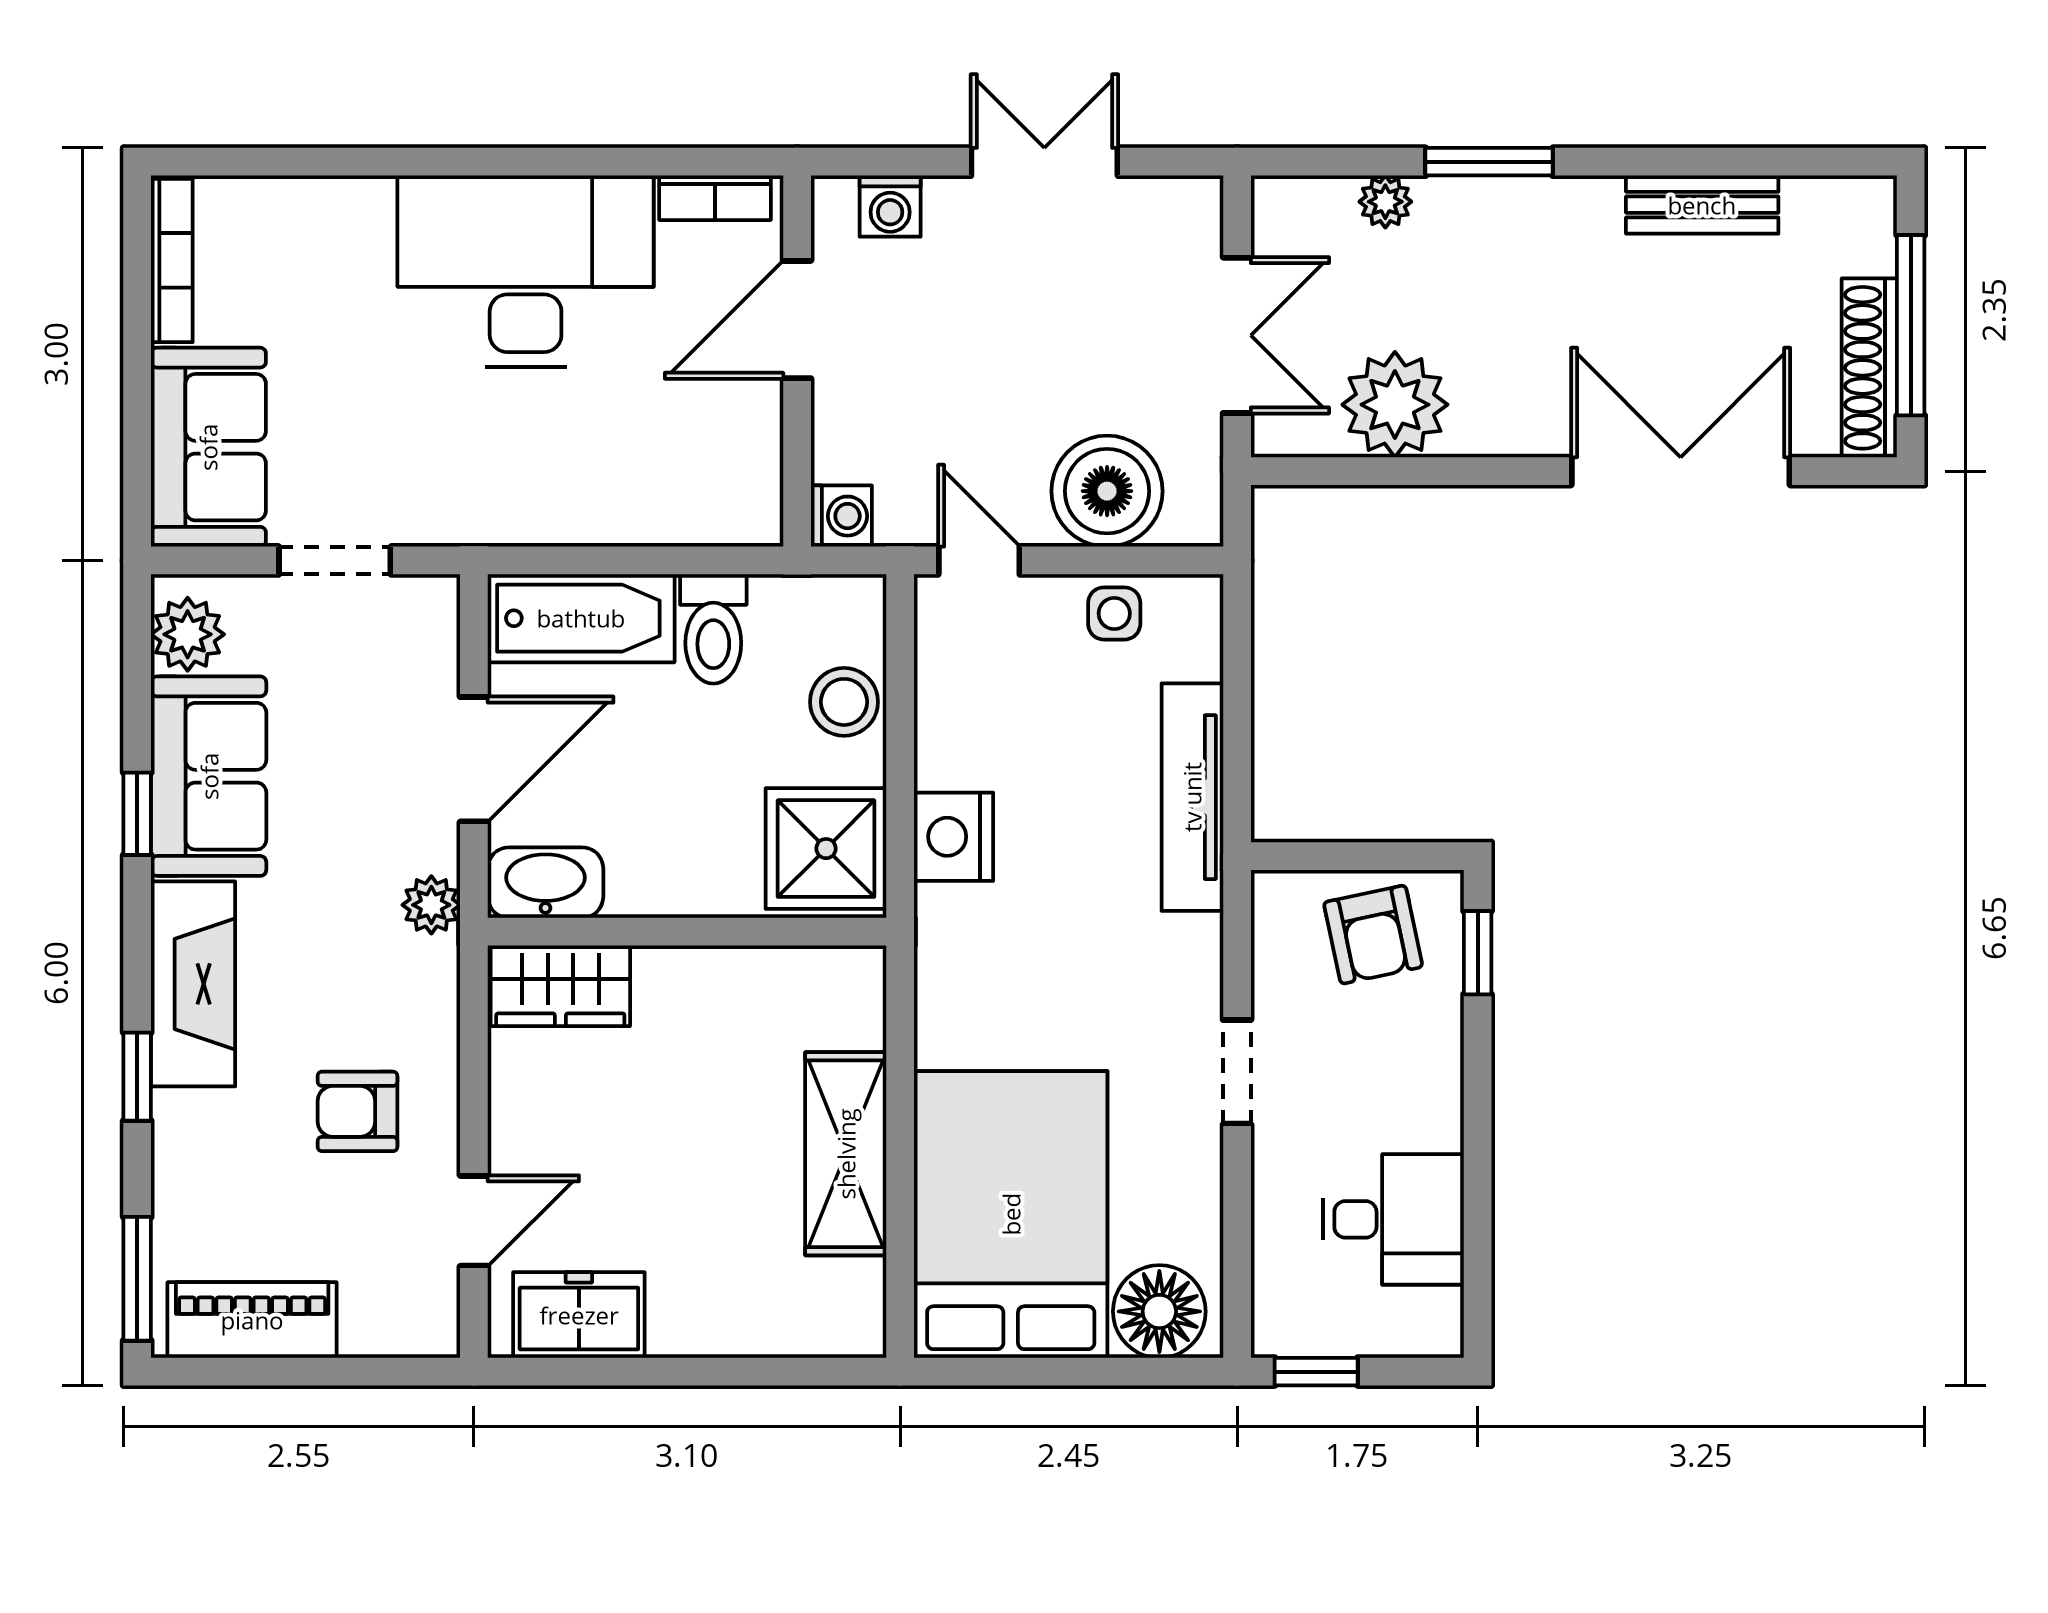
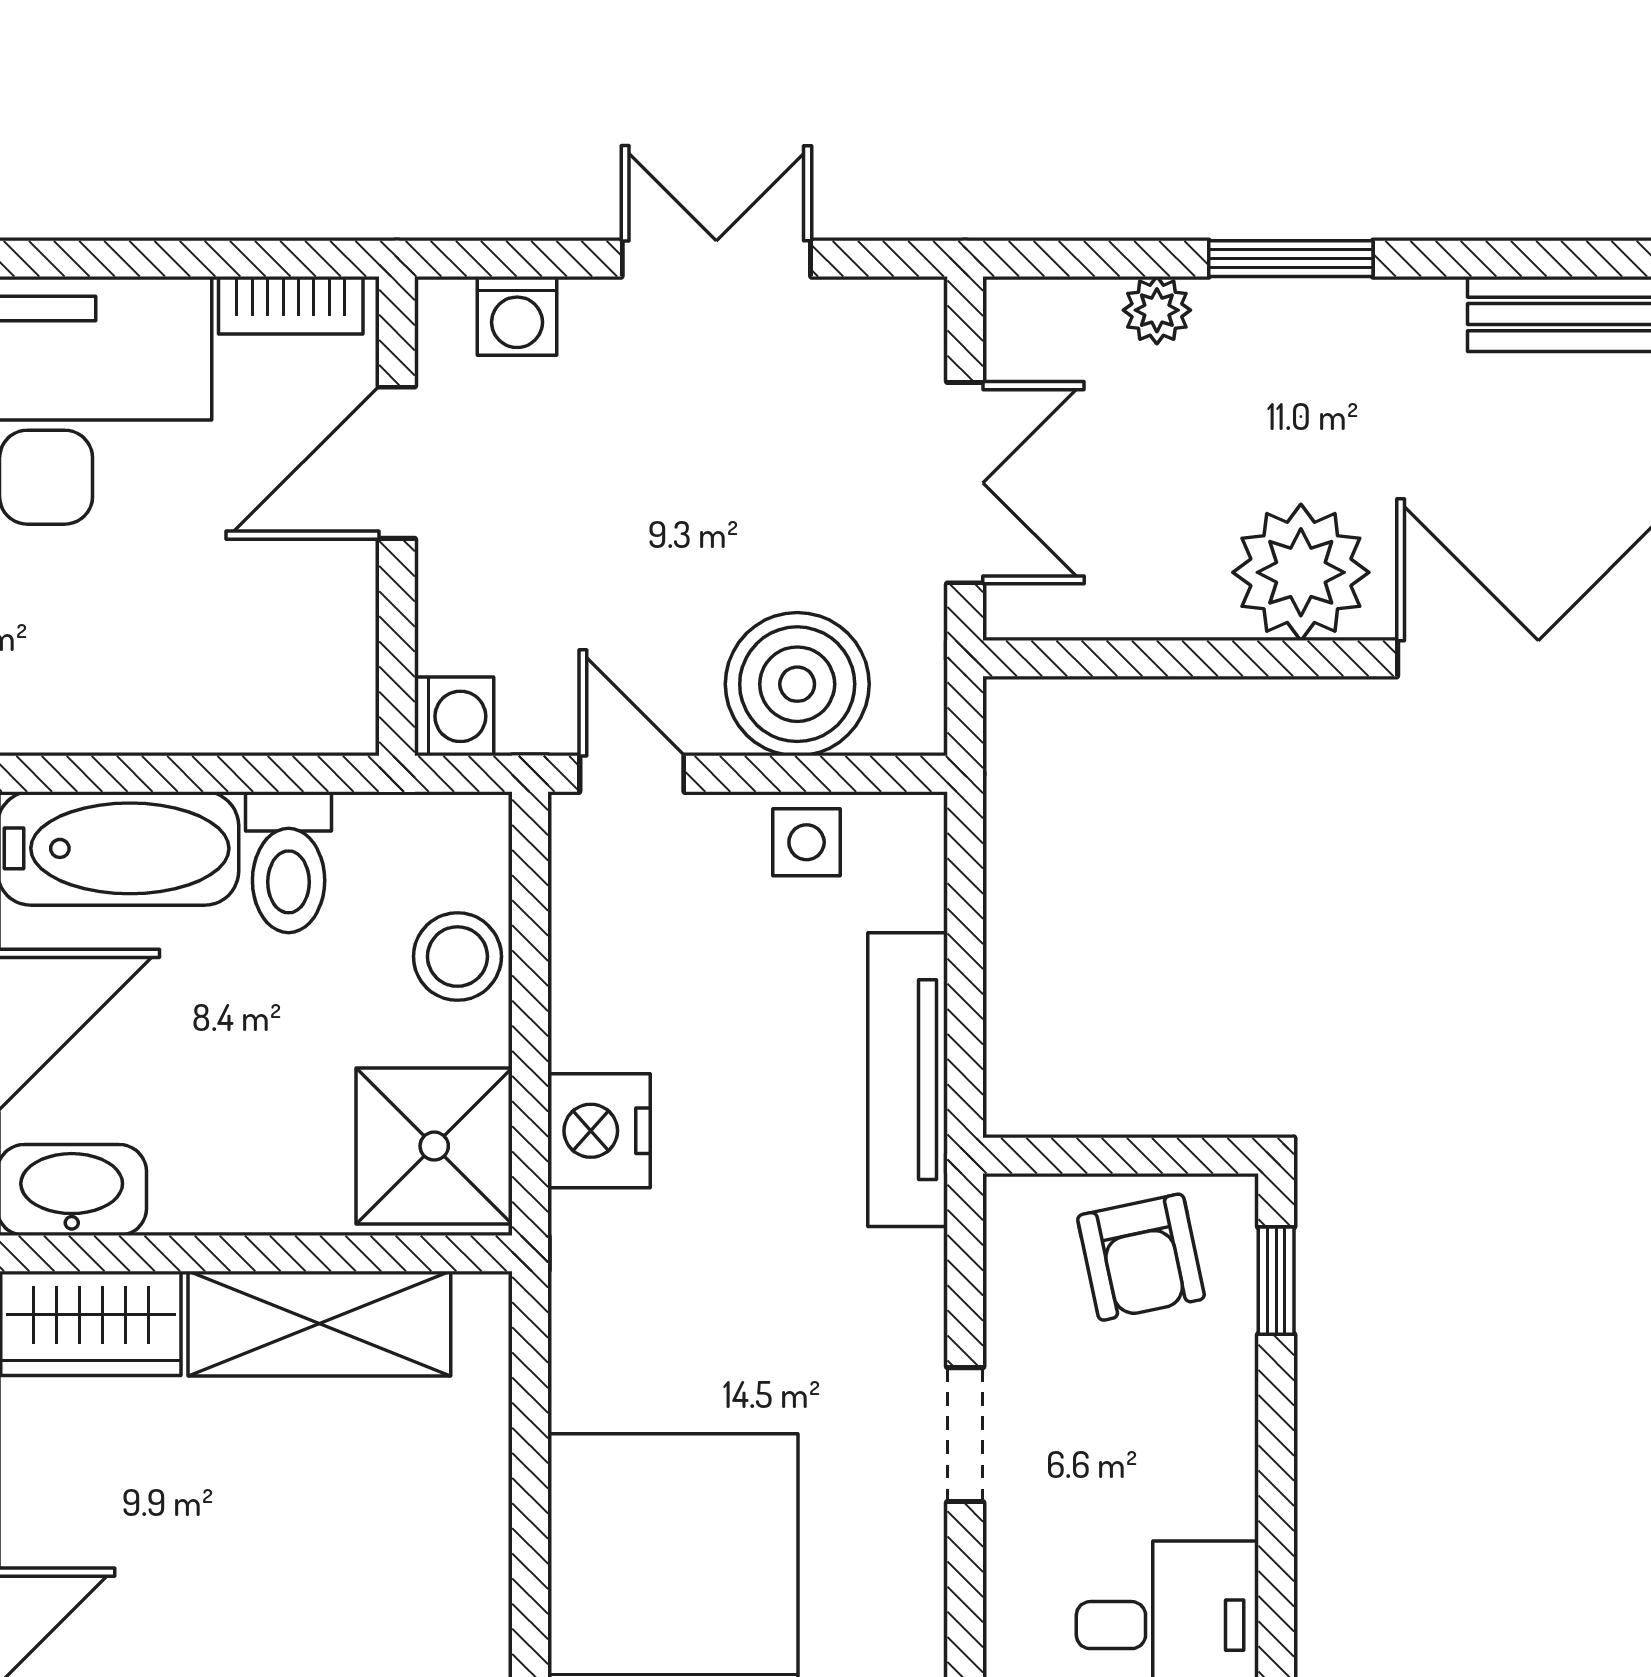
plant: (1395, 405) -> (1301, 572), moved
shelving: (846, 1154) -> (319, 1324), moved, turned 90

